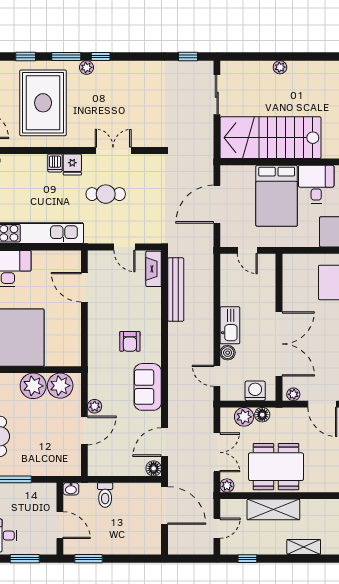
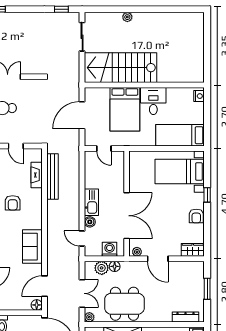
fireplace: (154, 269) -> (37, 175), moved
armchair: (130, 341) -> (13, 203), moved

